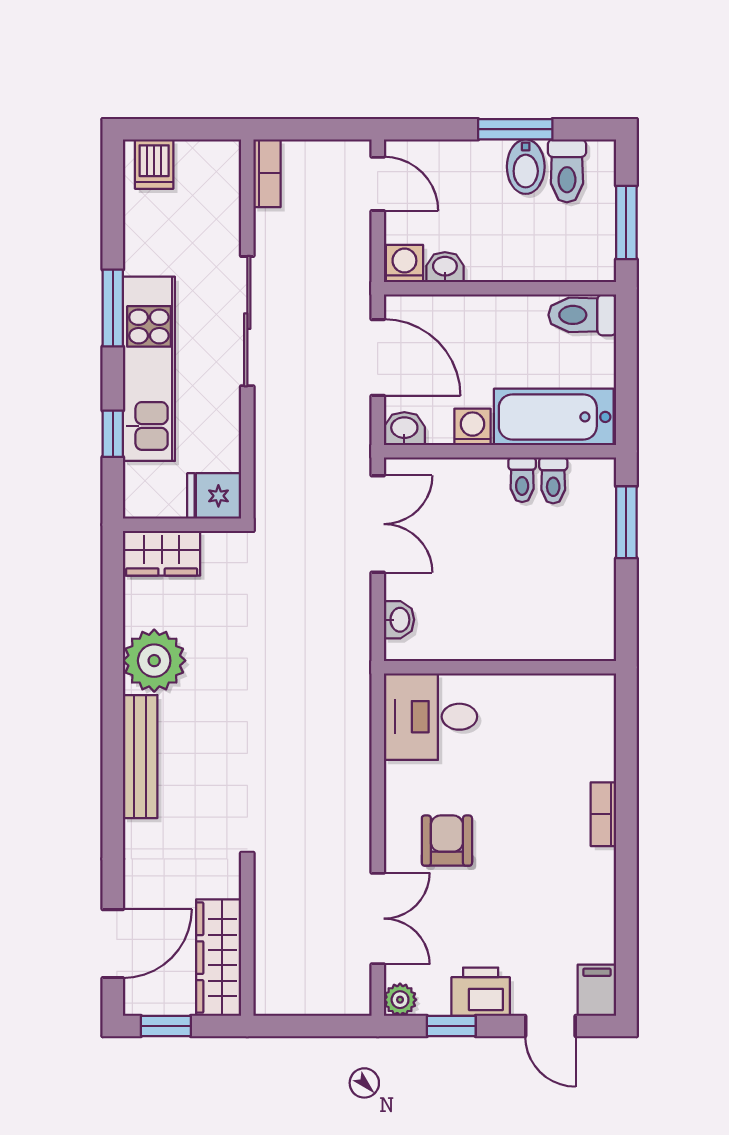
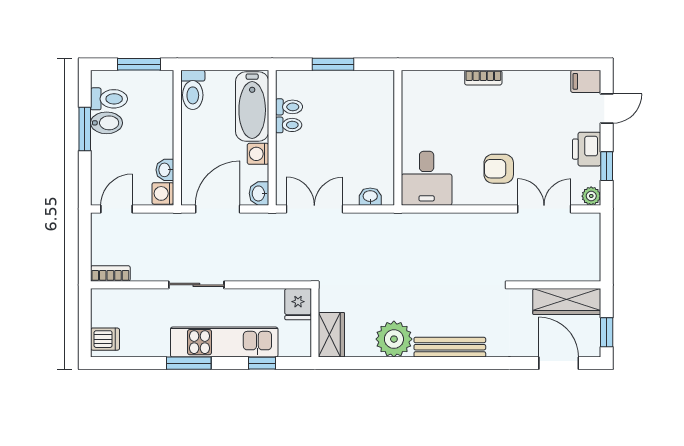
sliding door: (247, 321) -> (196, 285), width x0.73
window: (626, 522) -> (333, 64), moved

